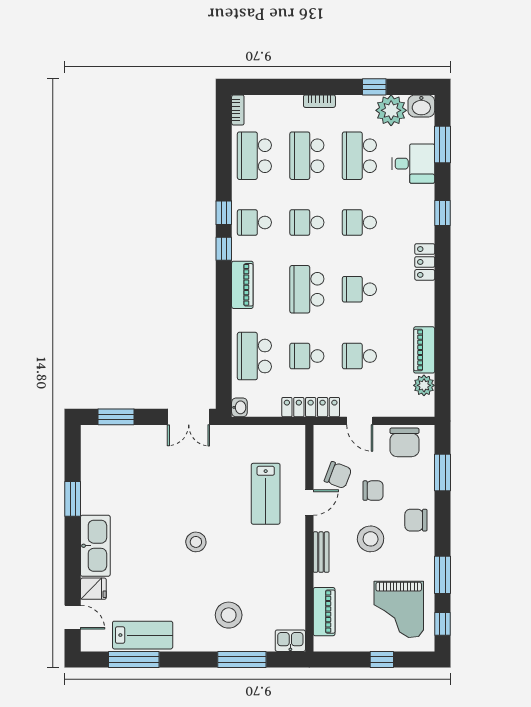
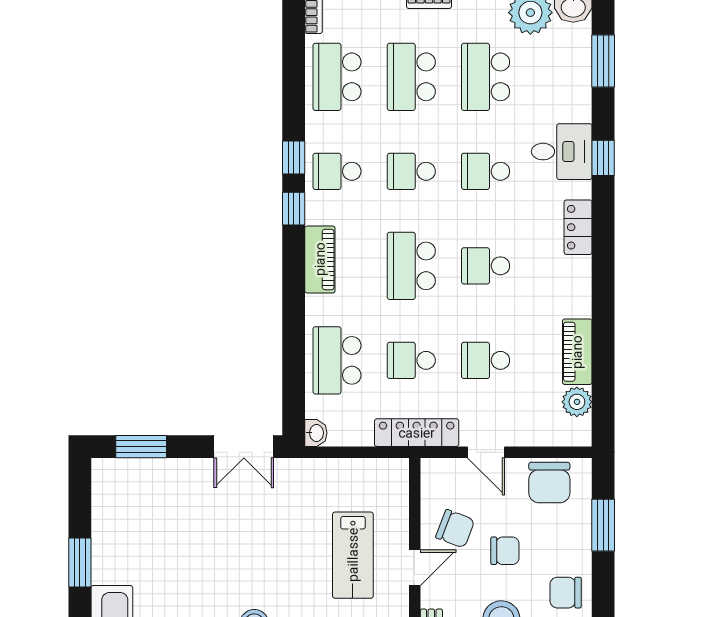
desk: (413, 164) -> (562, 152), moved

